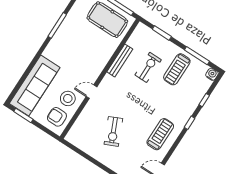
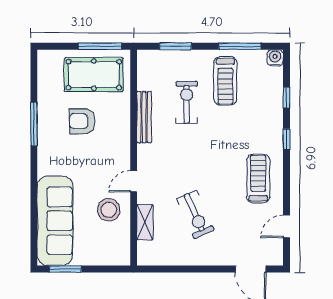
armchair: (57, 117) -> (82, 121), moved
shelving: (83, 118) -> (145, 222), added

